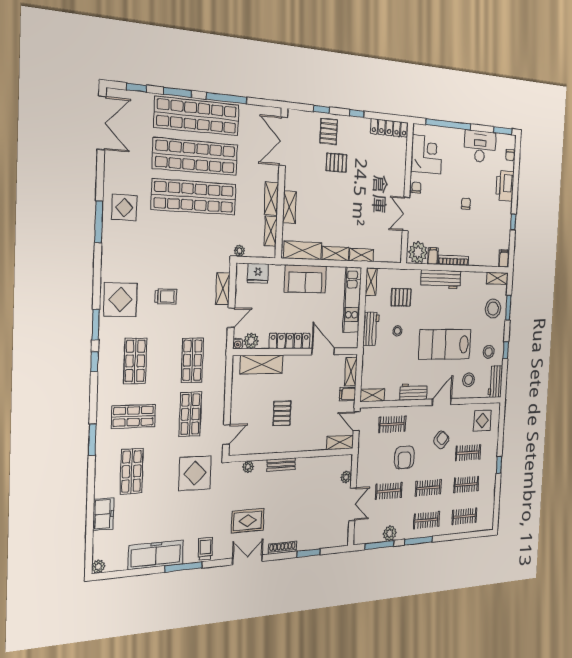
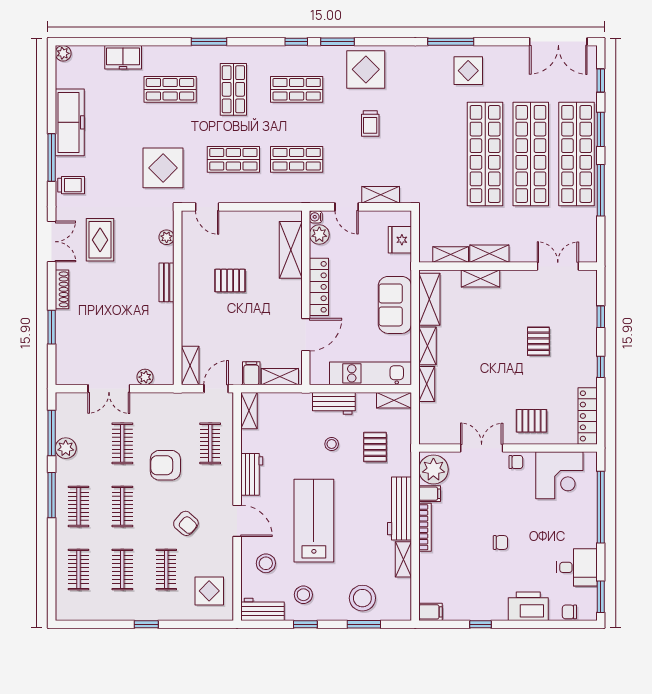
pallet: (329, 131) -> (531, 421), moved
double door: (283, 141) -> (558, 266), width x0.73
desk: (480, 146) -> (577, 567), width x0.73
plant: (239, 251) -> (426, 214), removed
shelving: (497, 278) -> (403, 559), moved

